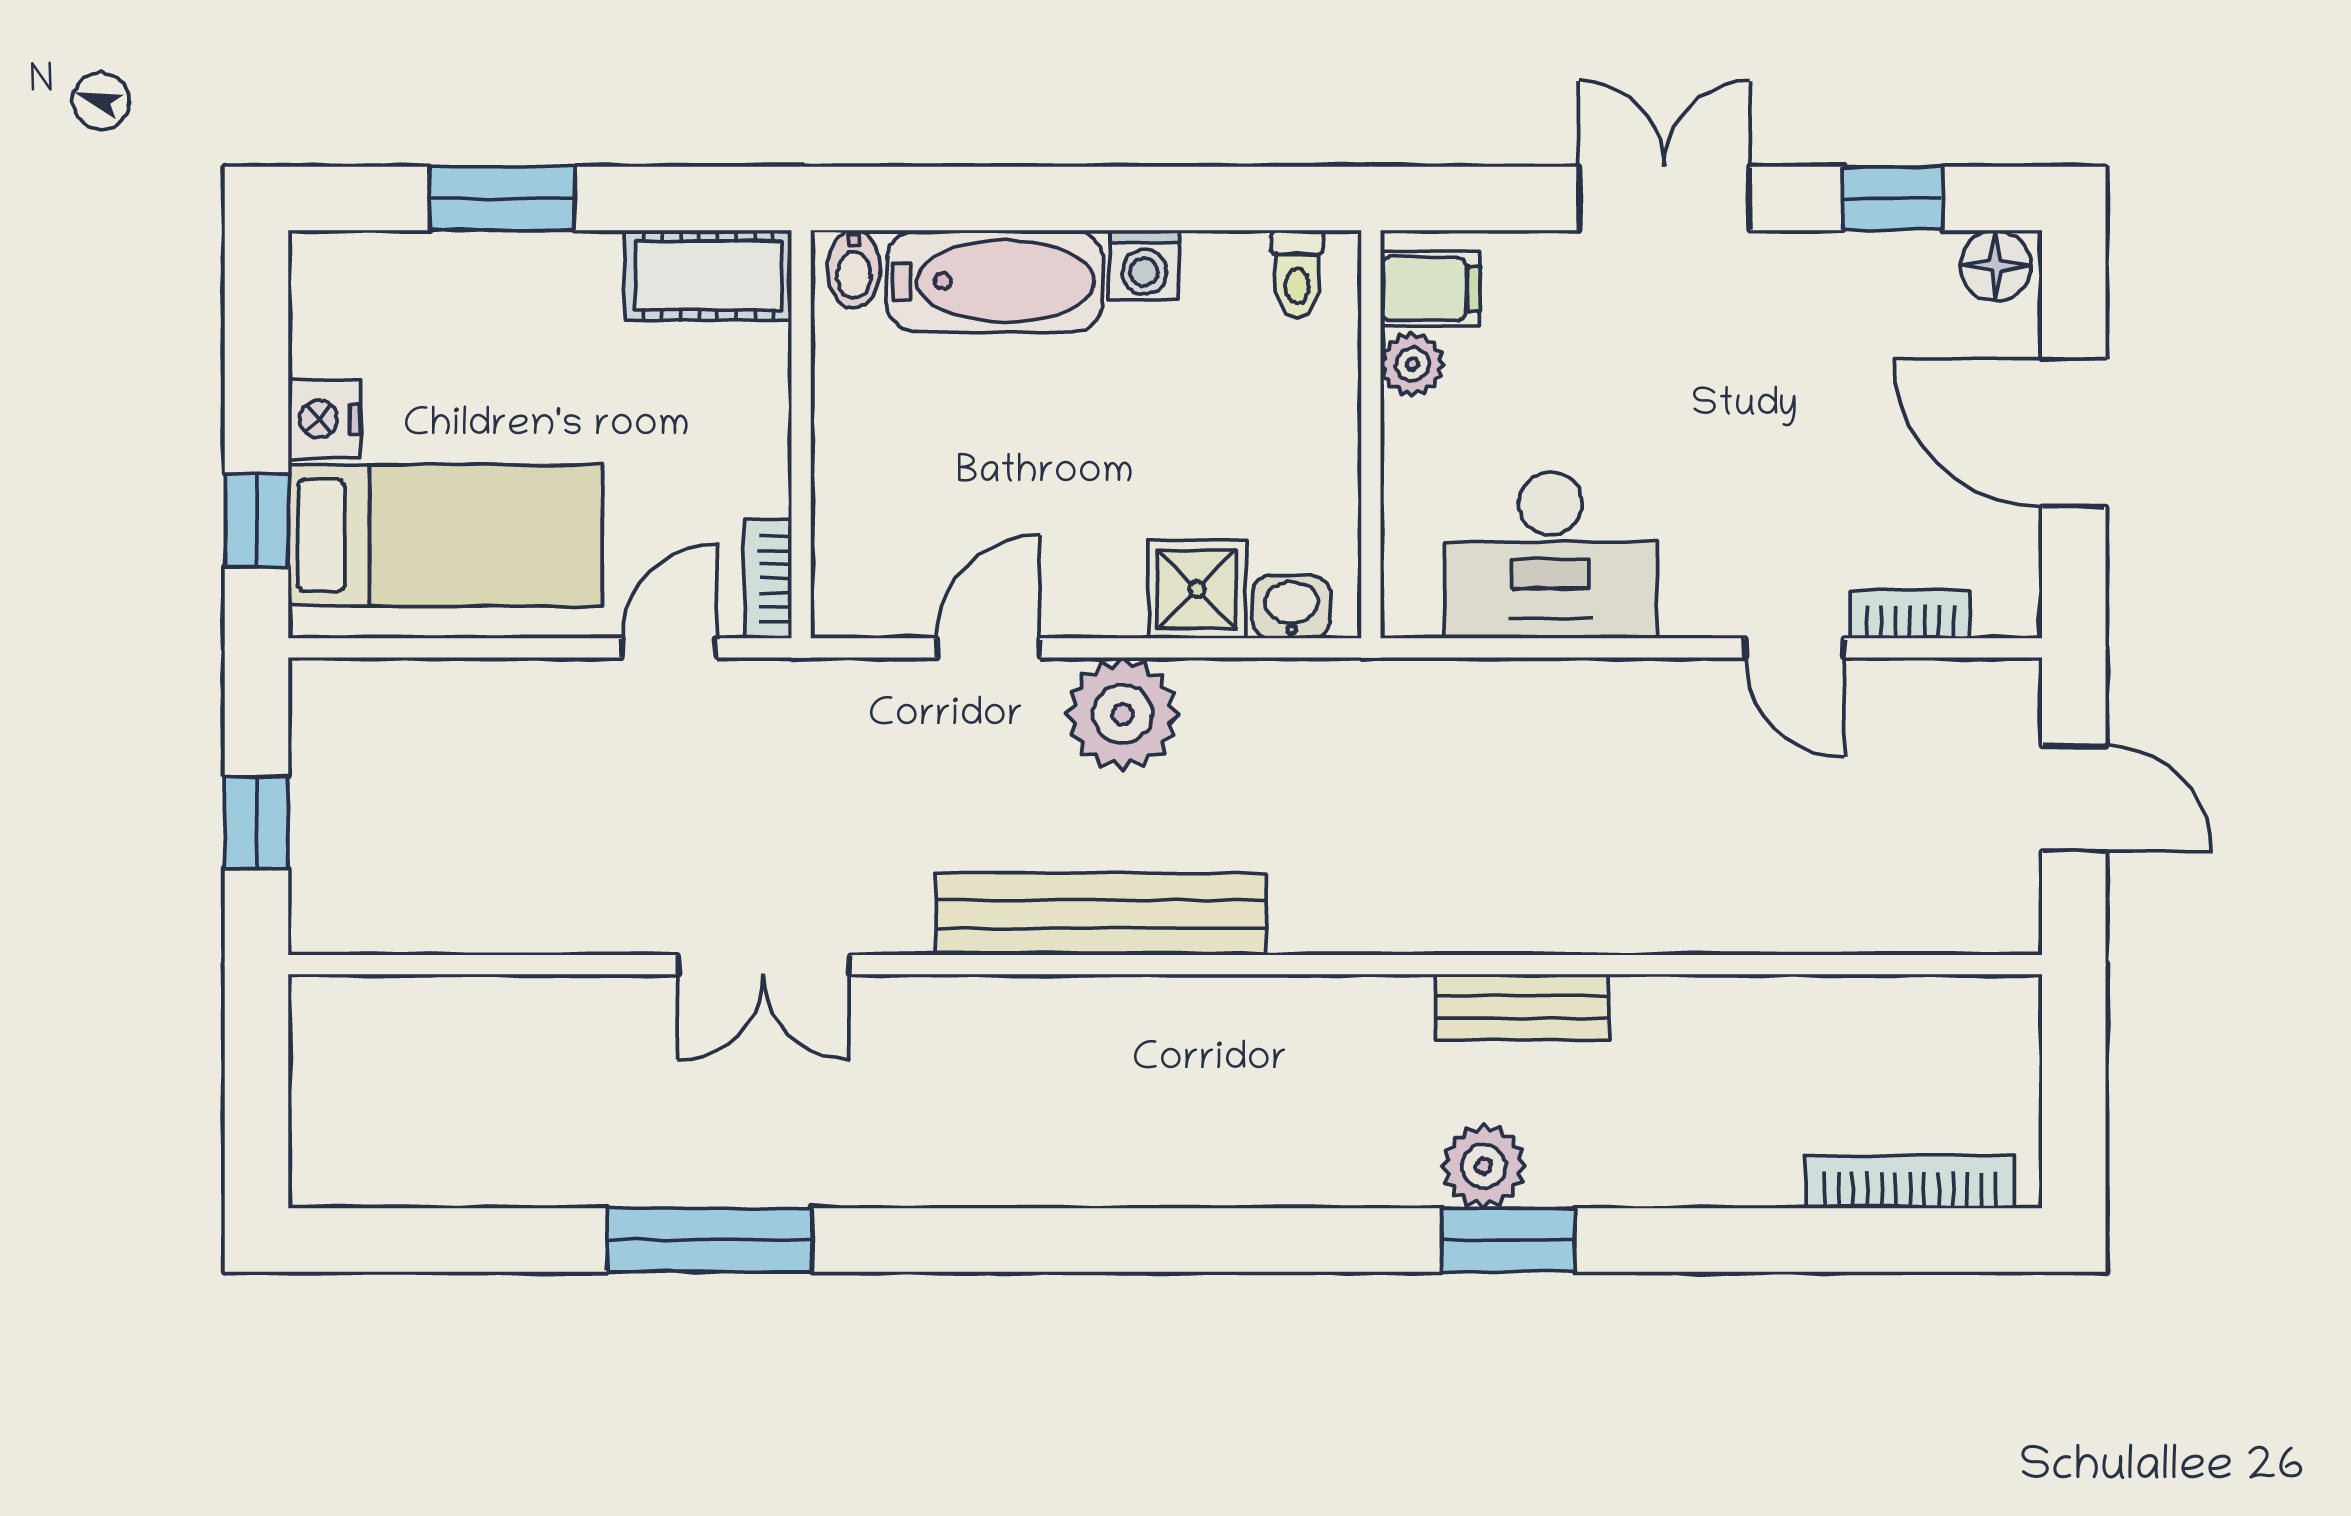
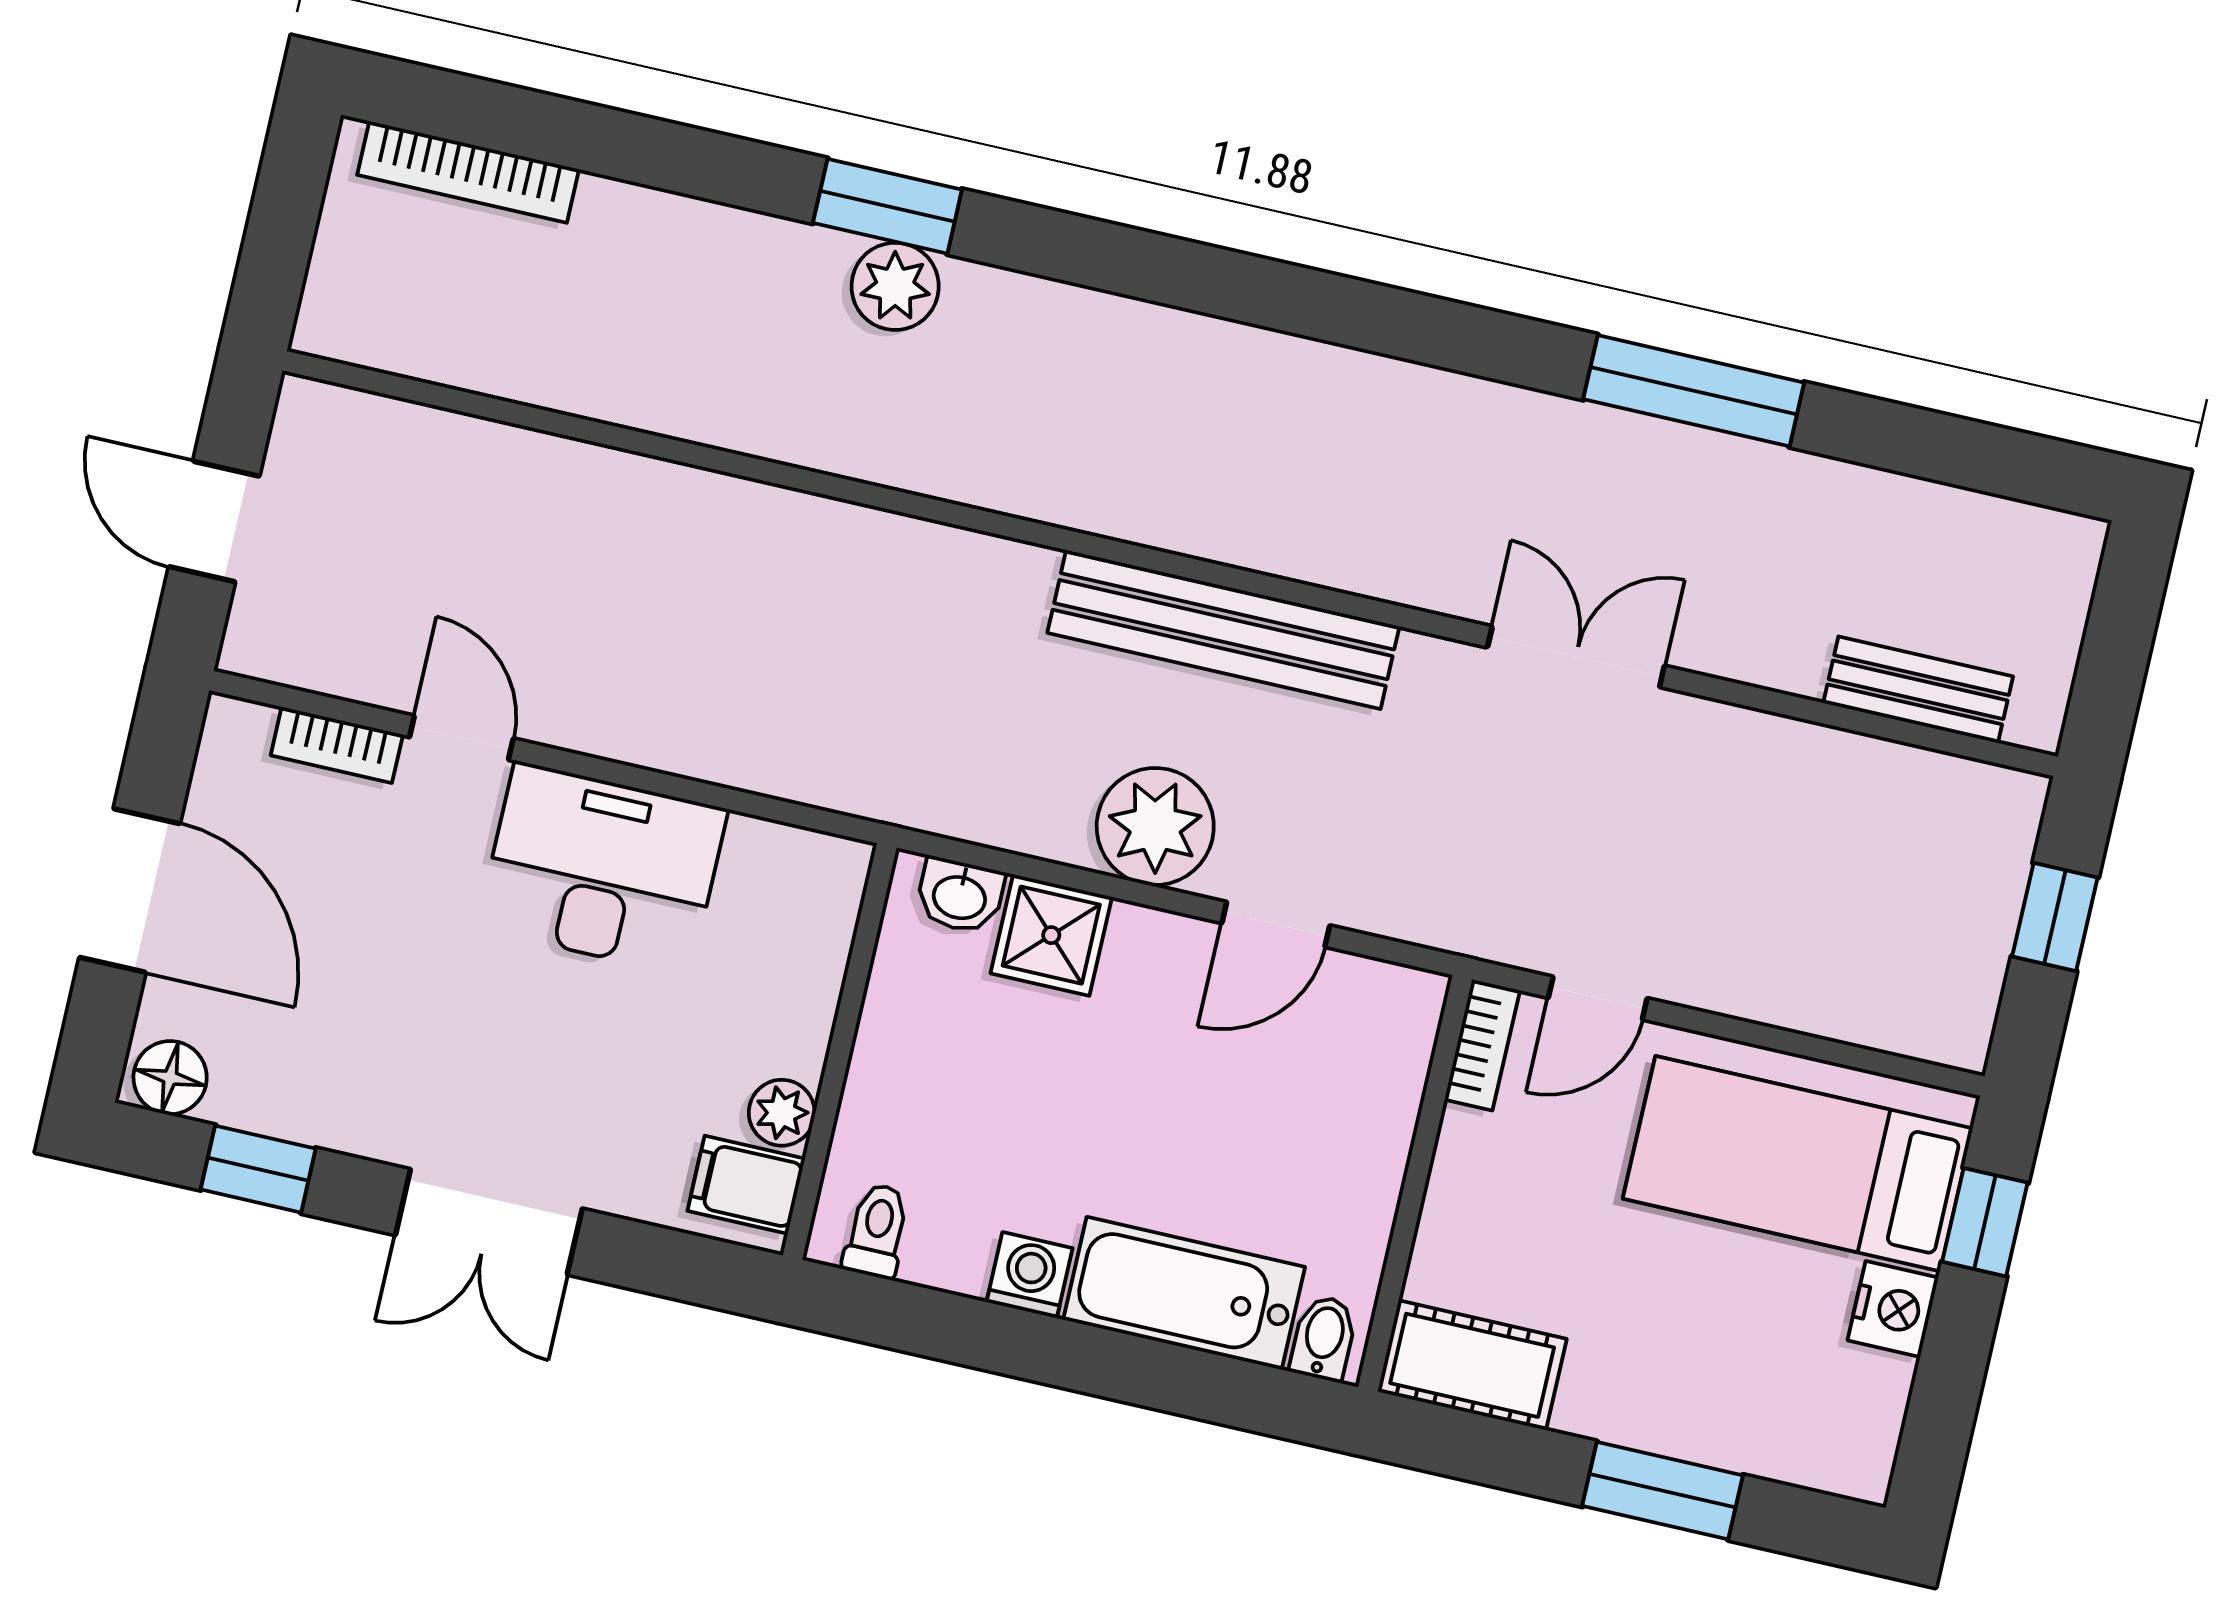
desk: (1551, 555) -> (602, 869), moved
bench: (1522, 1007) -> (1918, 690), moved

